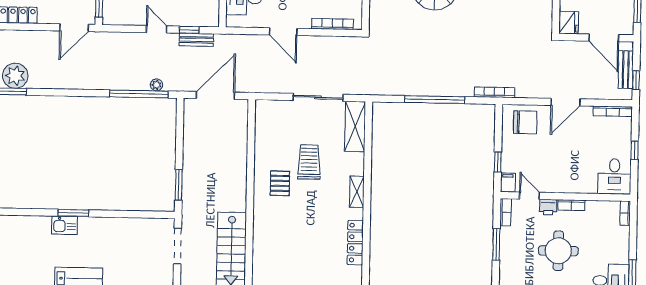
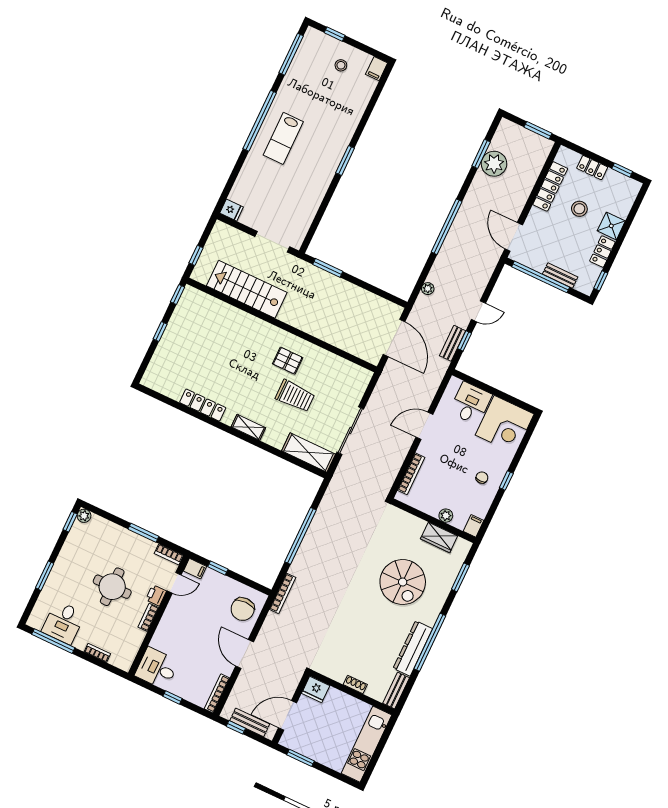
window: (139, 94) -> (447, 227), moved
bookcase: (625, 213) -> (97, 653), moved
kitchen sink: (65, 225) -> (338, 147), removed

